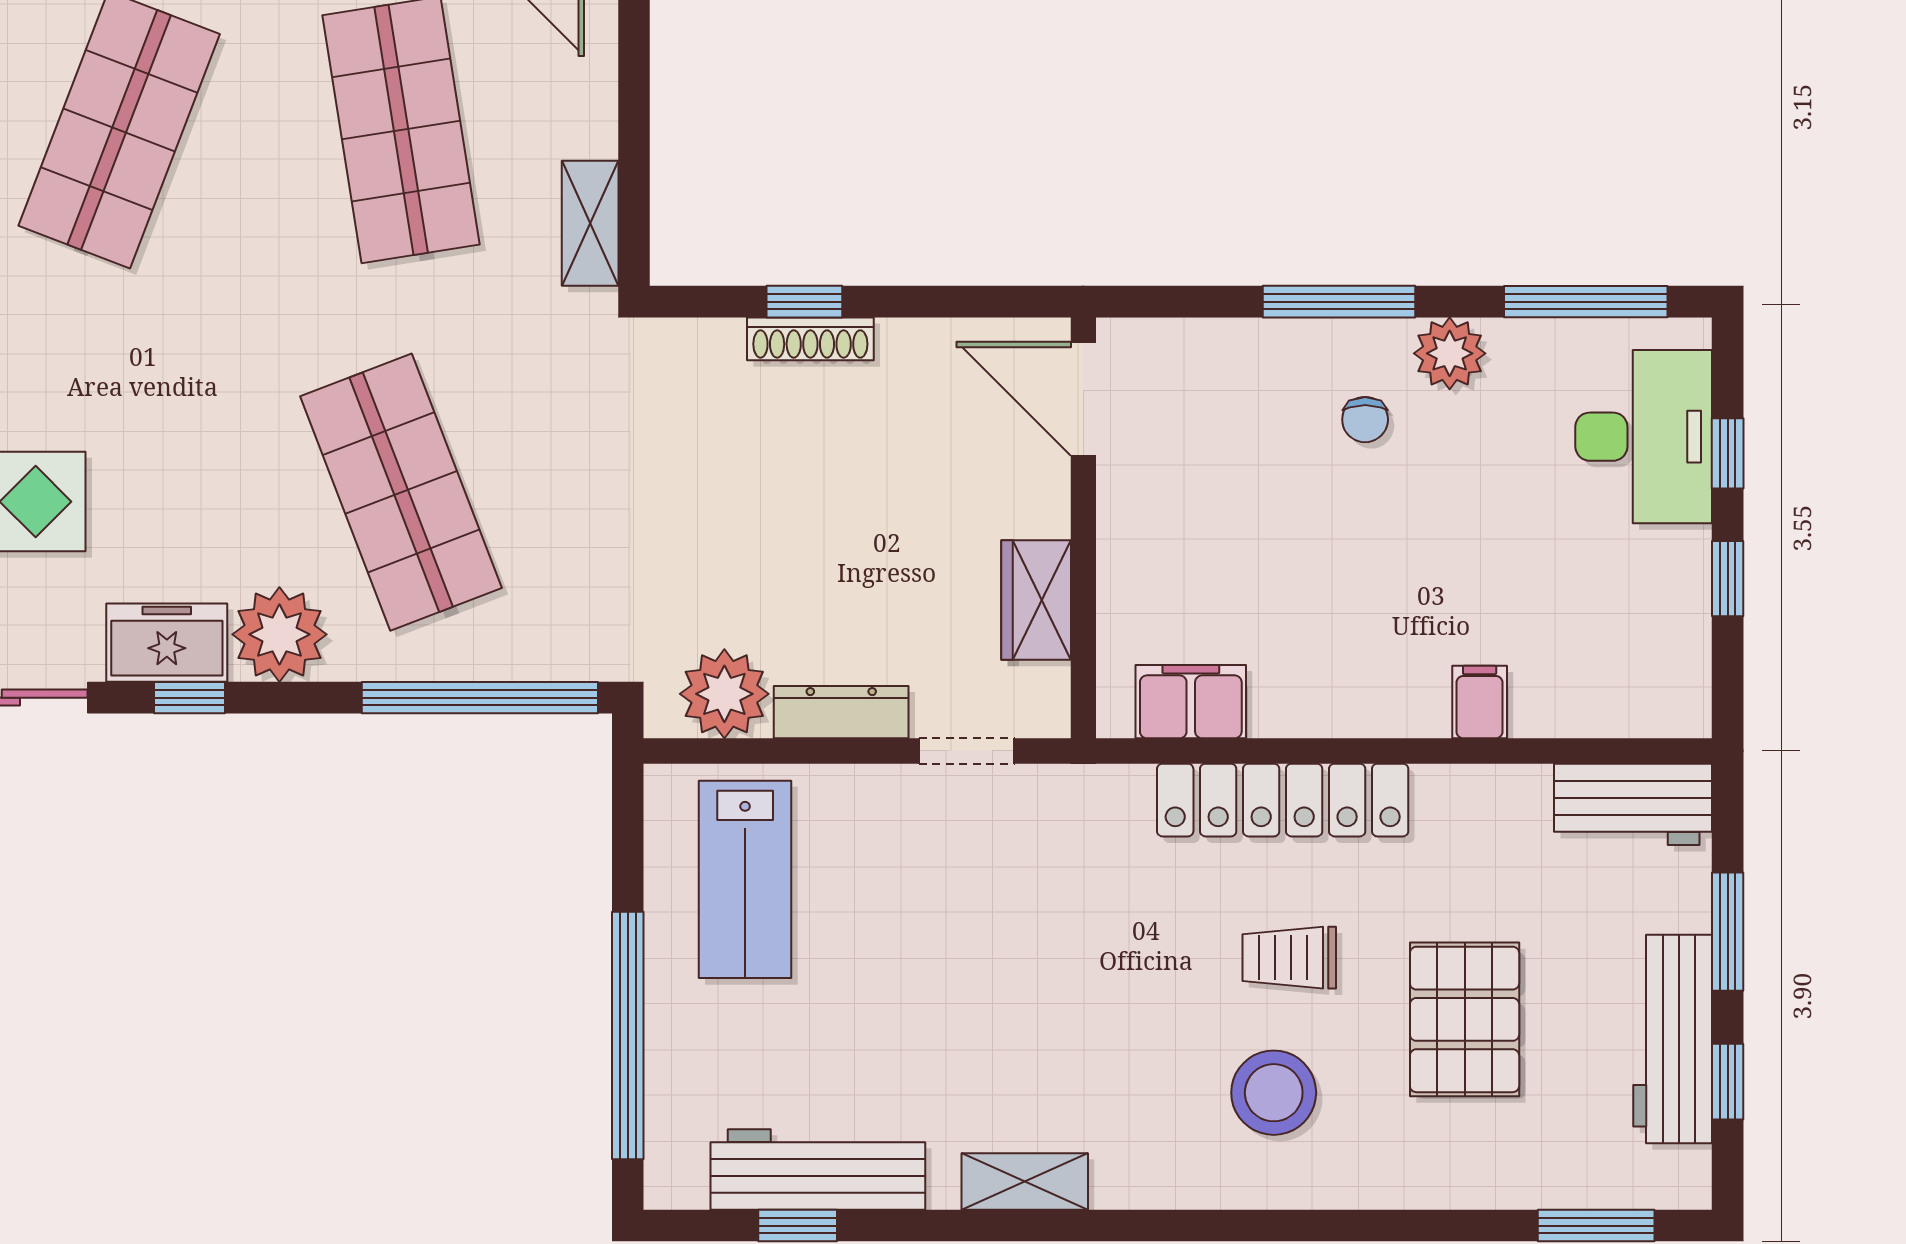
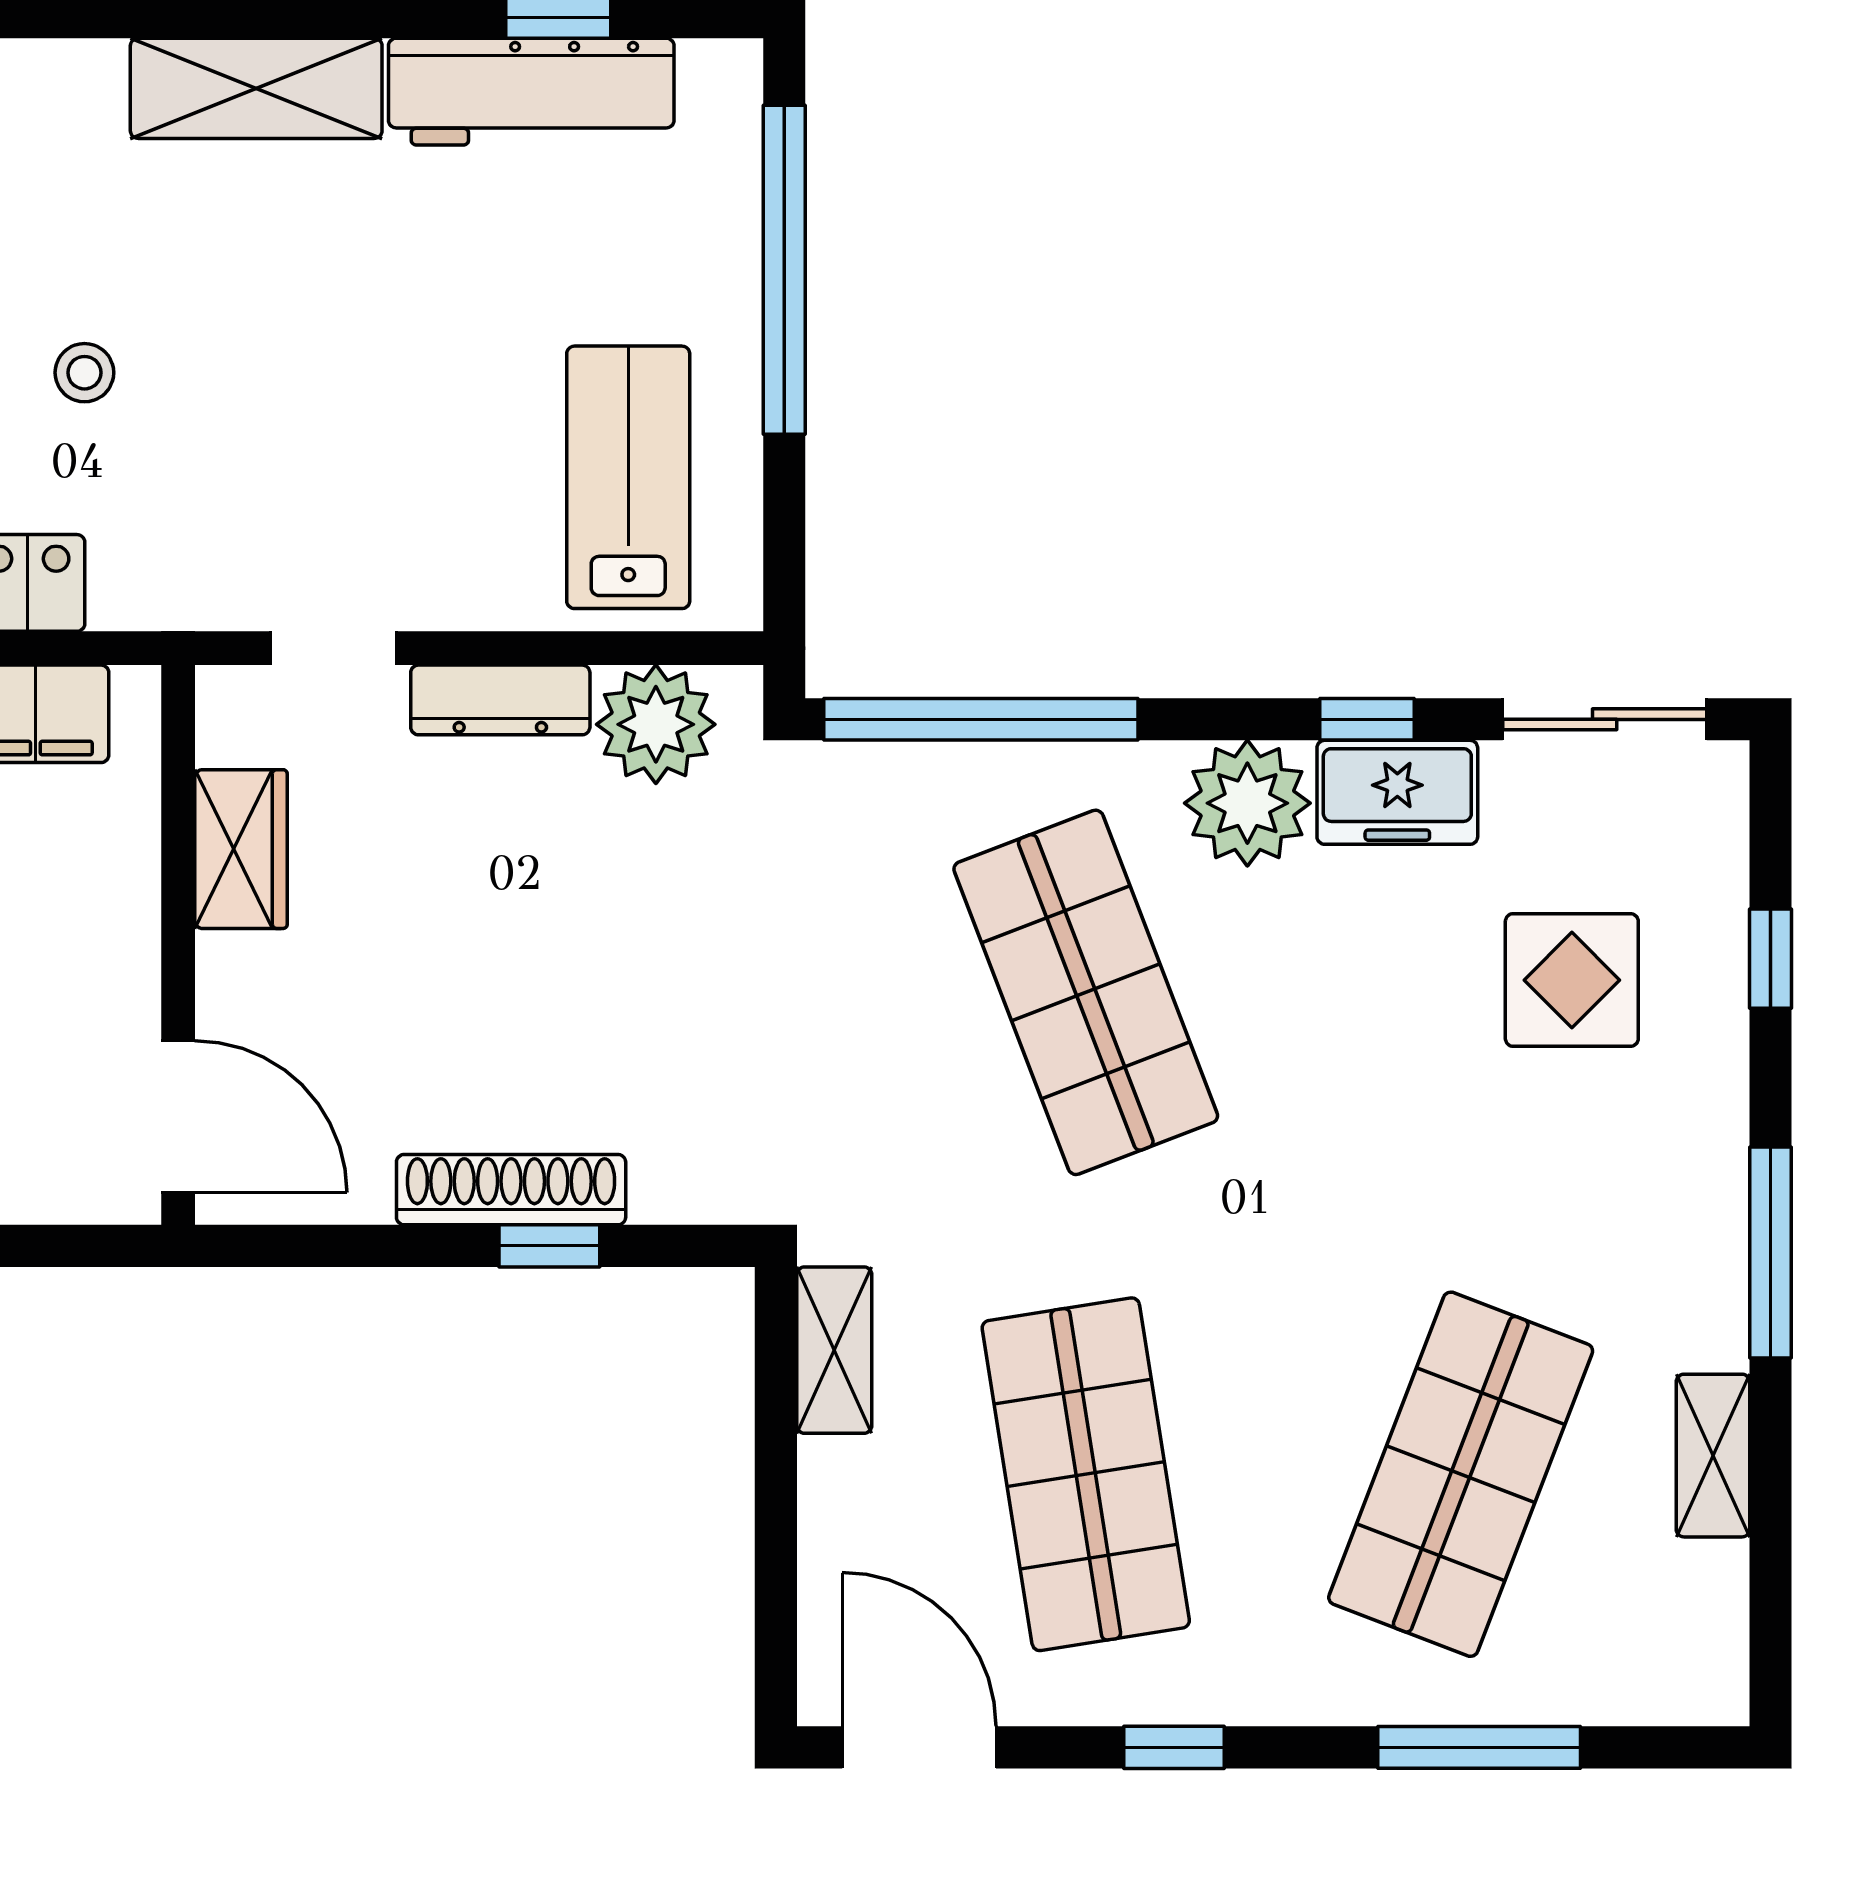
shoe rack: (810, 339) -> (511, 1190), width x1.36, depth x1.24
stool: (1154, 958) -> (84, 373), added
shelving: (1025, 1181) -> (256, 88), width x1.50, depth x1.33

